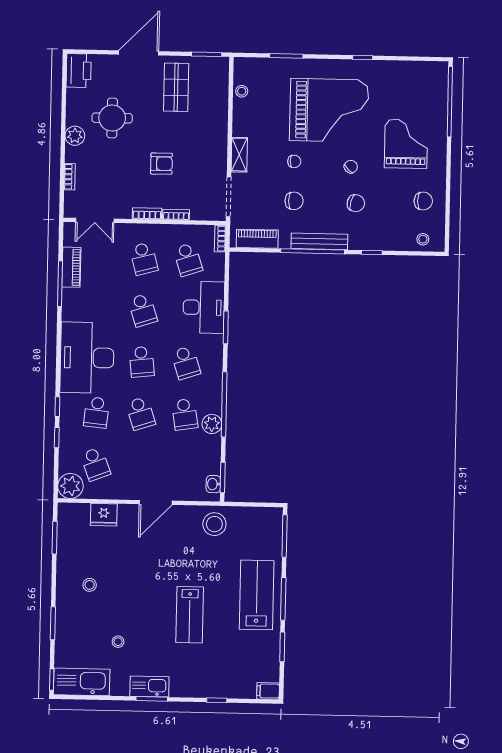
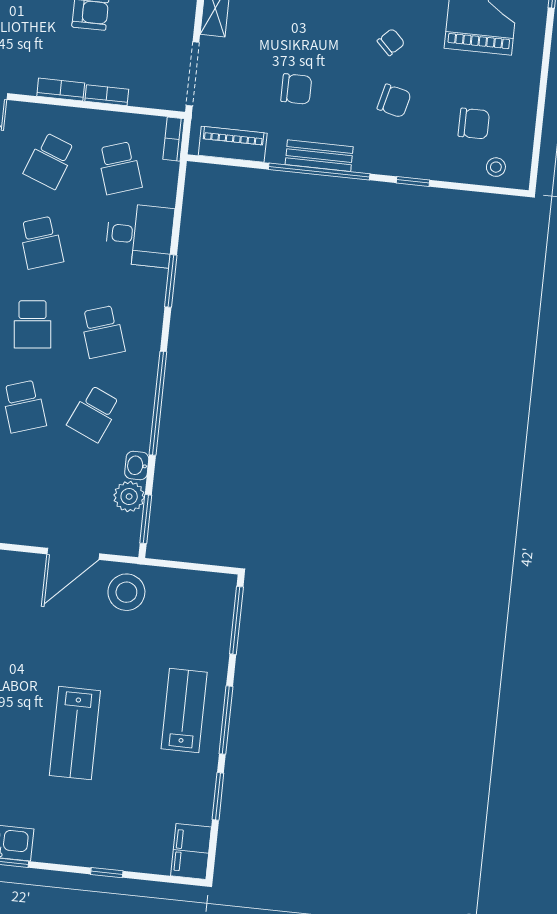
chair: (294, 161) -> (302, 26), removed
chair: (423, 201) -> (474, 124), moved
bench: (319, 241) -> (319, 156), width x0.73
school desk: (144, 259) -> (50, 161), turned 36
desk: (204, 307) -> (140, 235), width x0.73
school desk: (185, 414) -> (94, 414), turned 33
plant: (212, 424) -> (129, 497), moved
washbasin: (213, 484) -> (137, 466), moved
door: (156, 502) -> (73, 554), moved
lab bench: (257, 595) -> (184, 711), width x0.73, depth x0.72
filing cabinet: (268, 691) -> (191, 851), width x2.00

